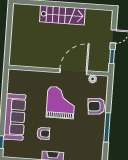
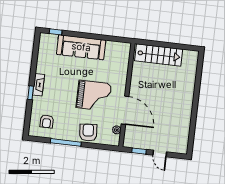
stairs: (62, 15) -> (159, 55), moved, turned -90
armchair: (43, 133) -> (47, 121), moved

